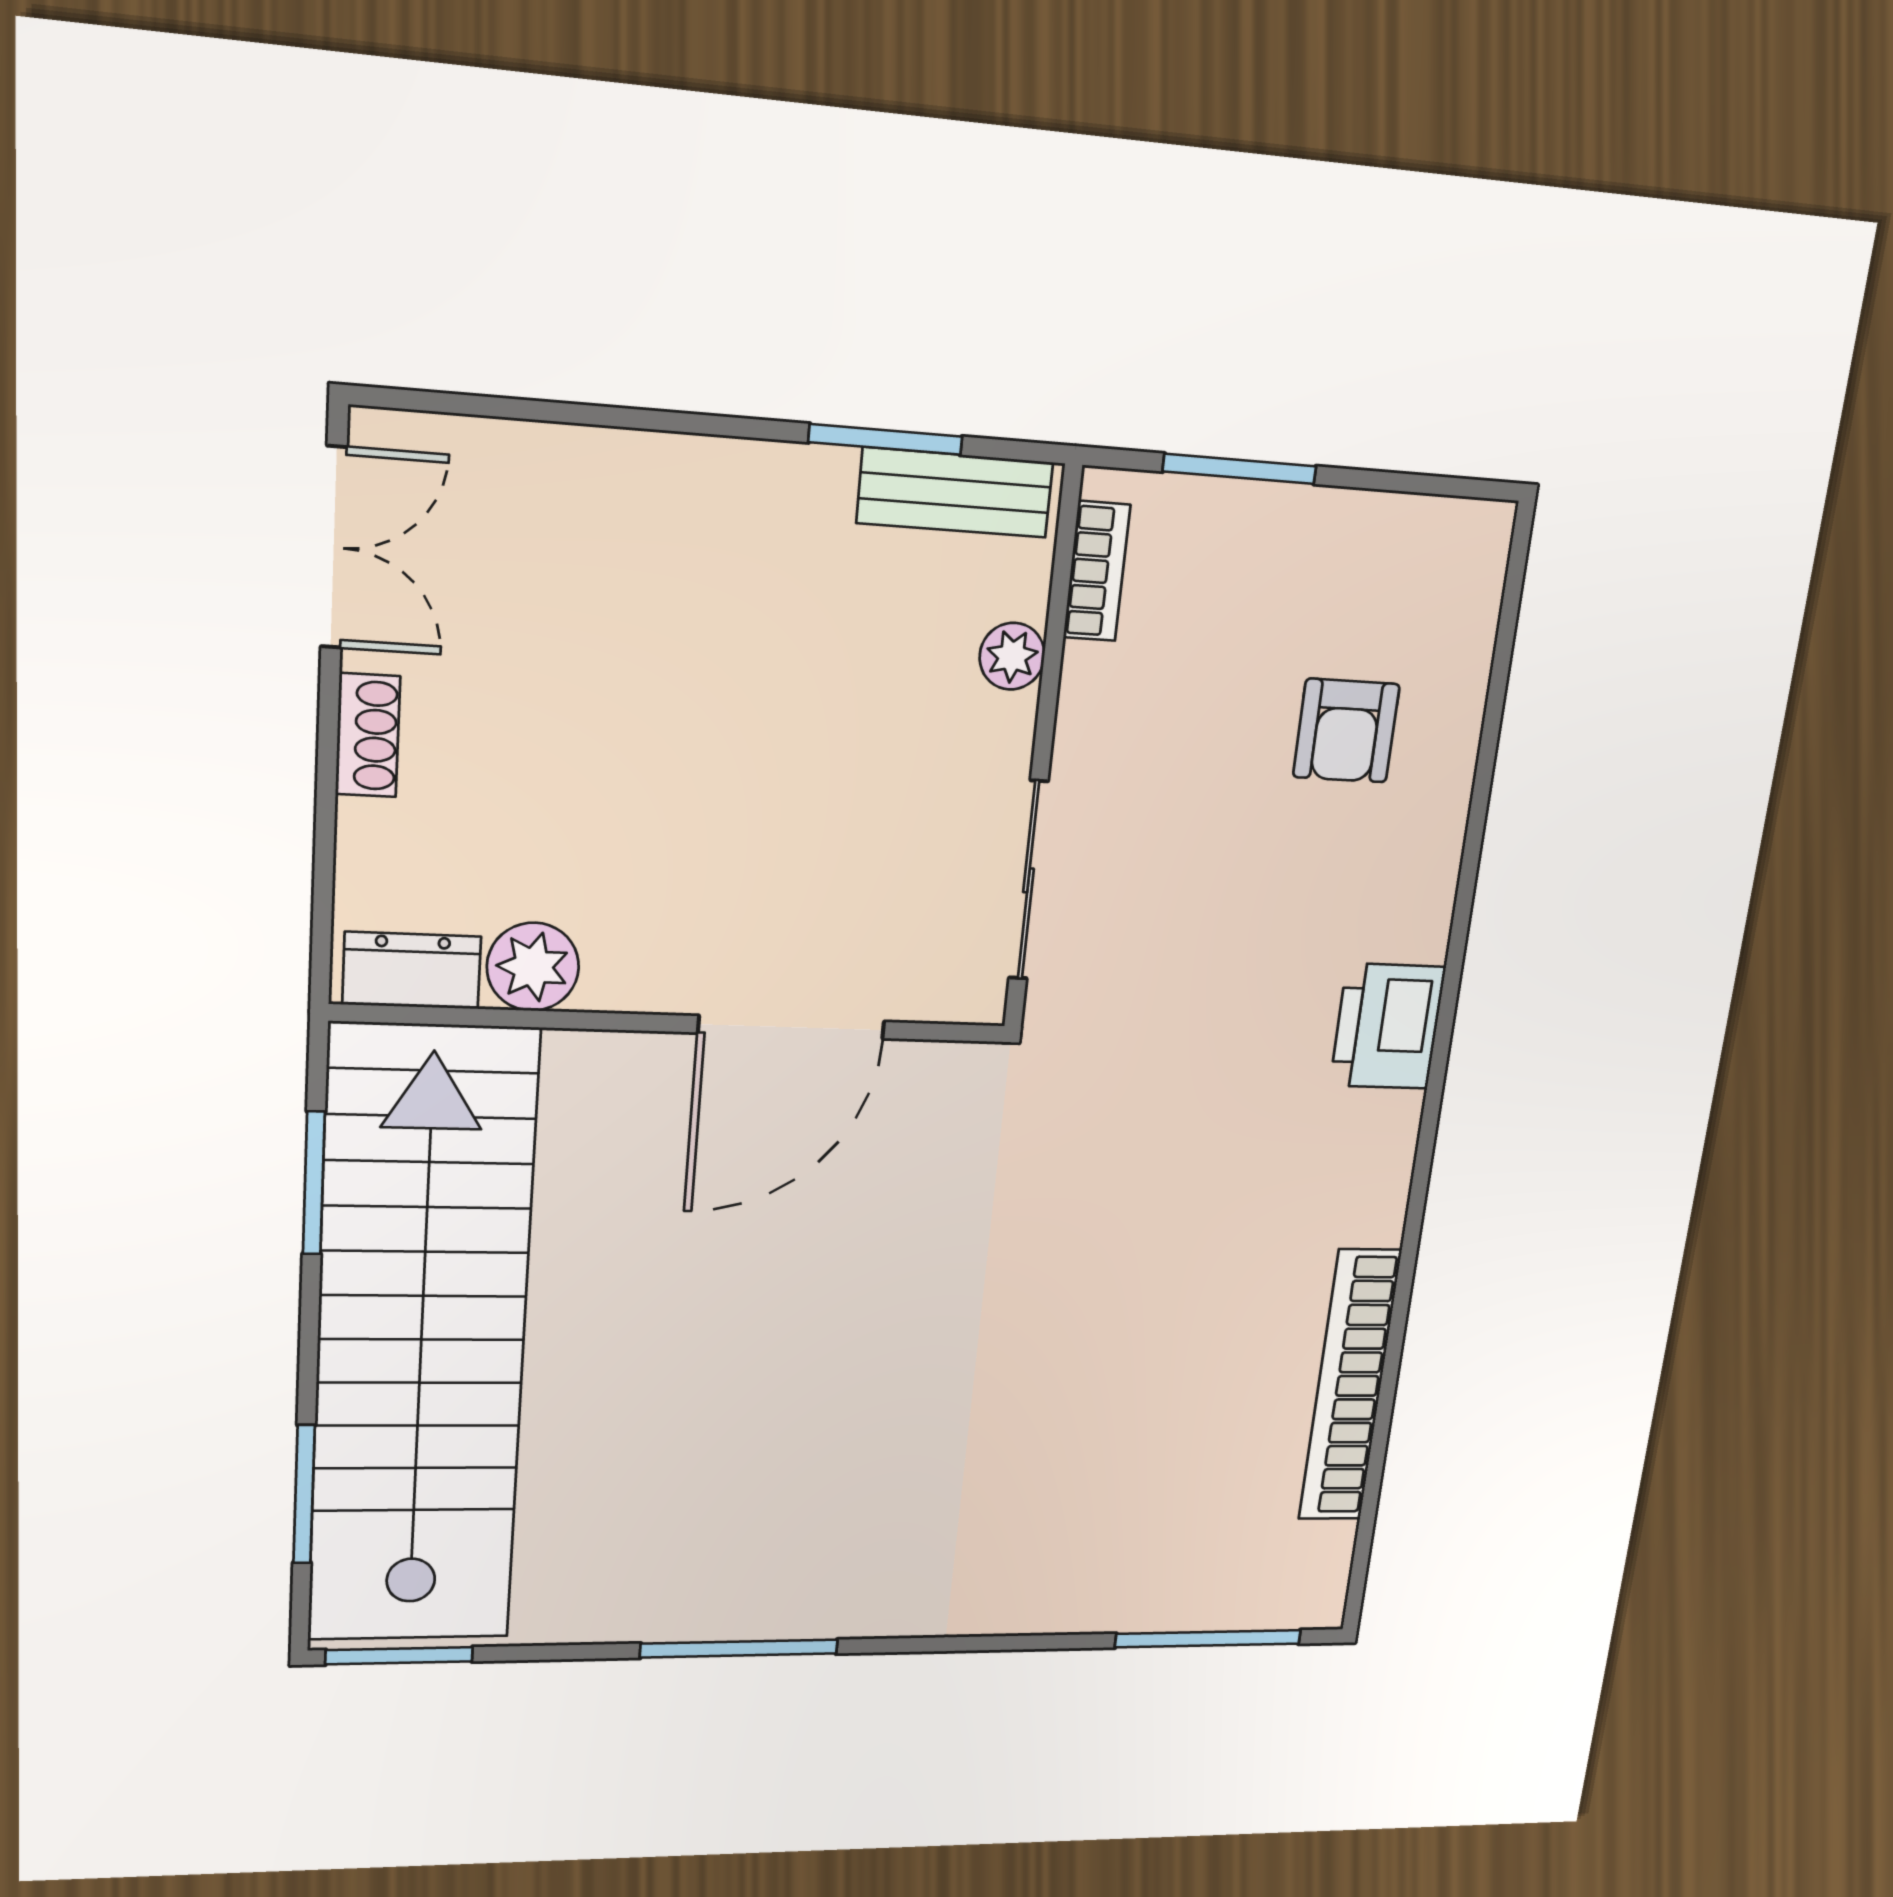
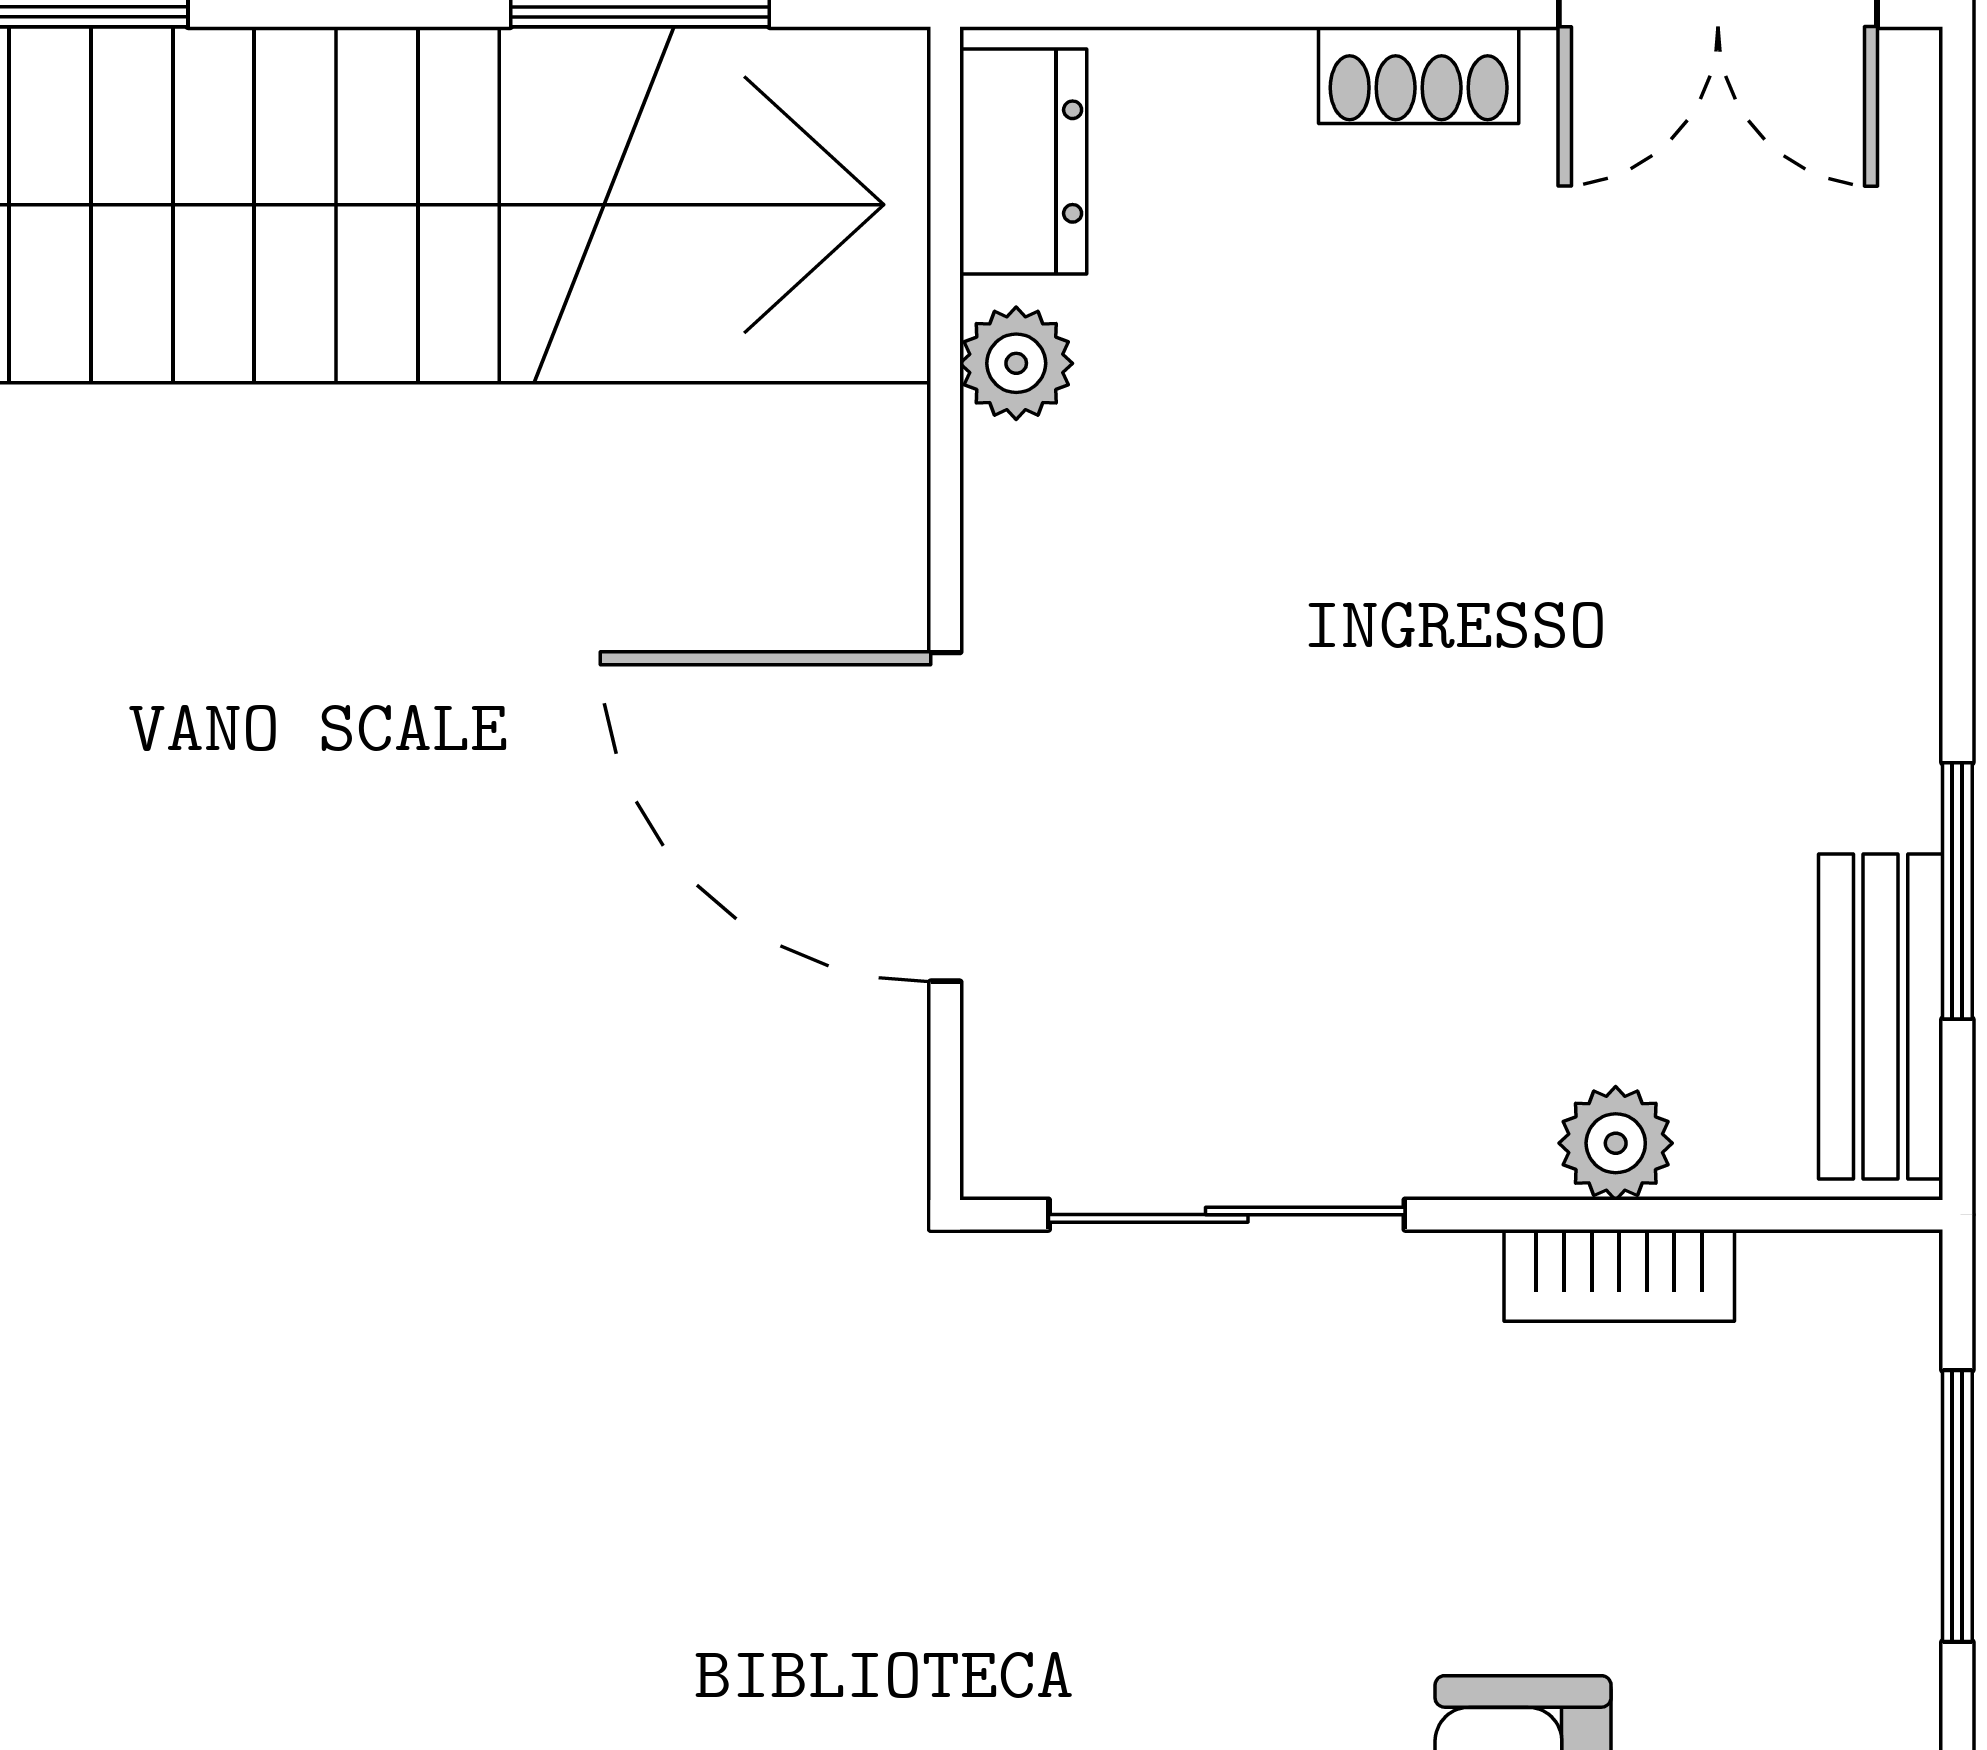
bookcase: (1097, 571) -> (1619, 1275), moved
plant: (533, 967) -> (1016, 363), width x0.73, depth x0.73

